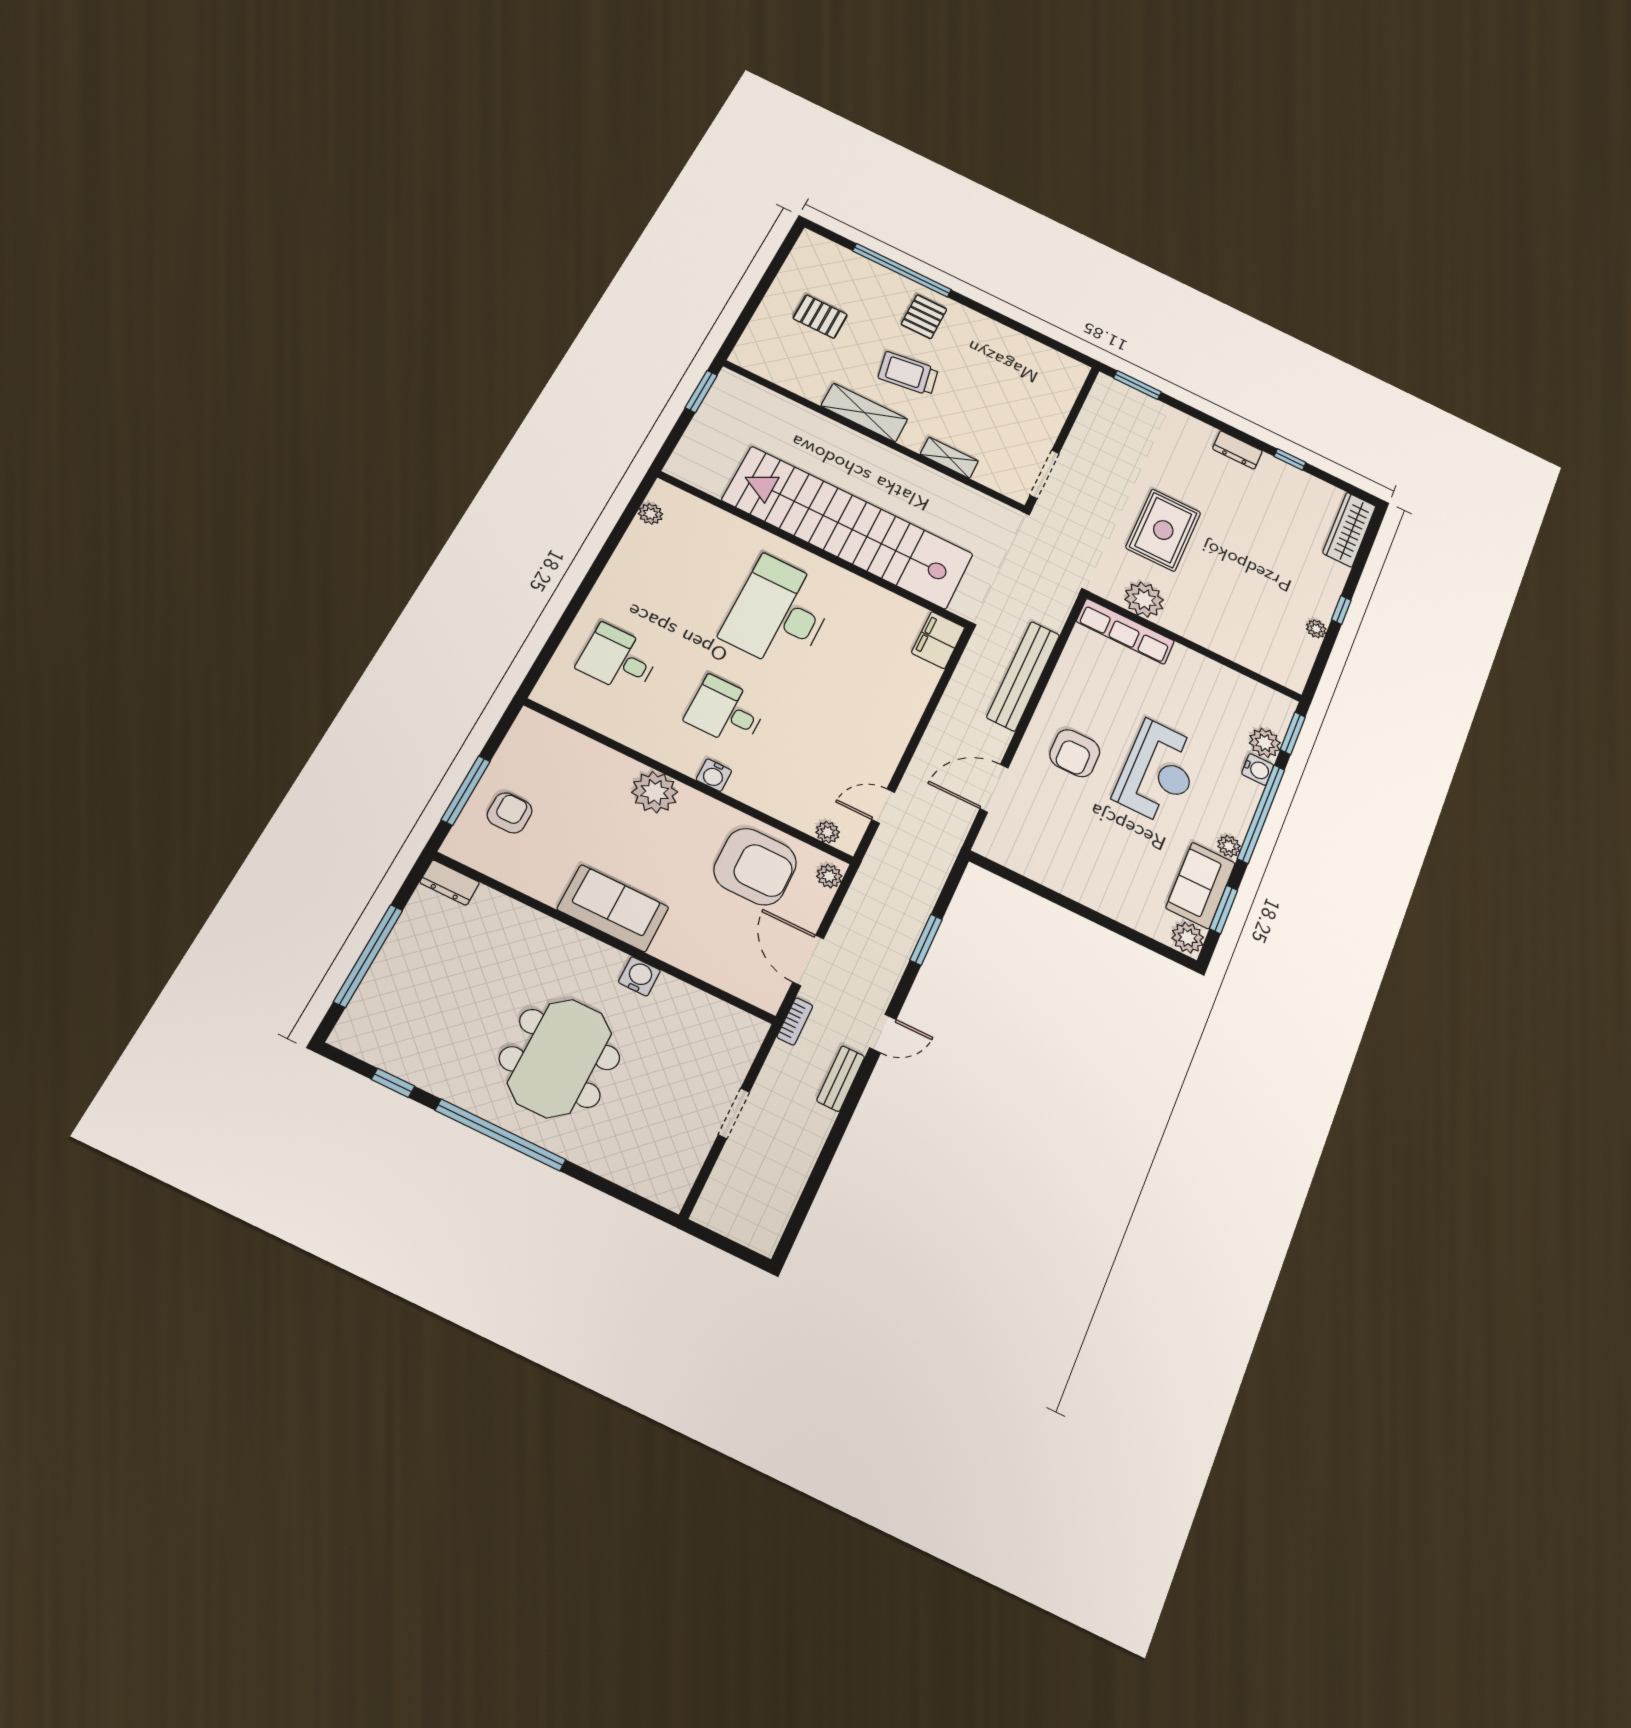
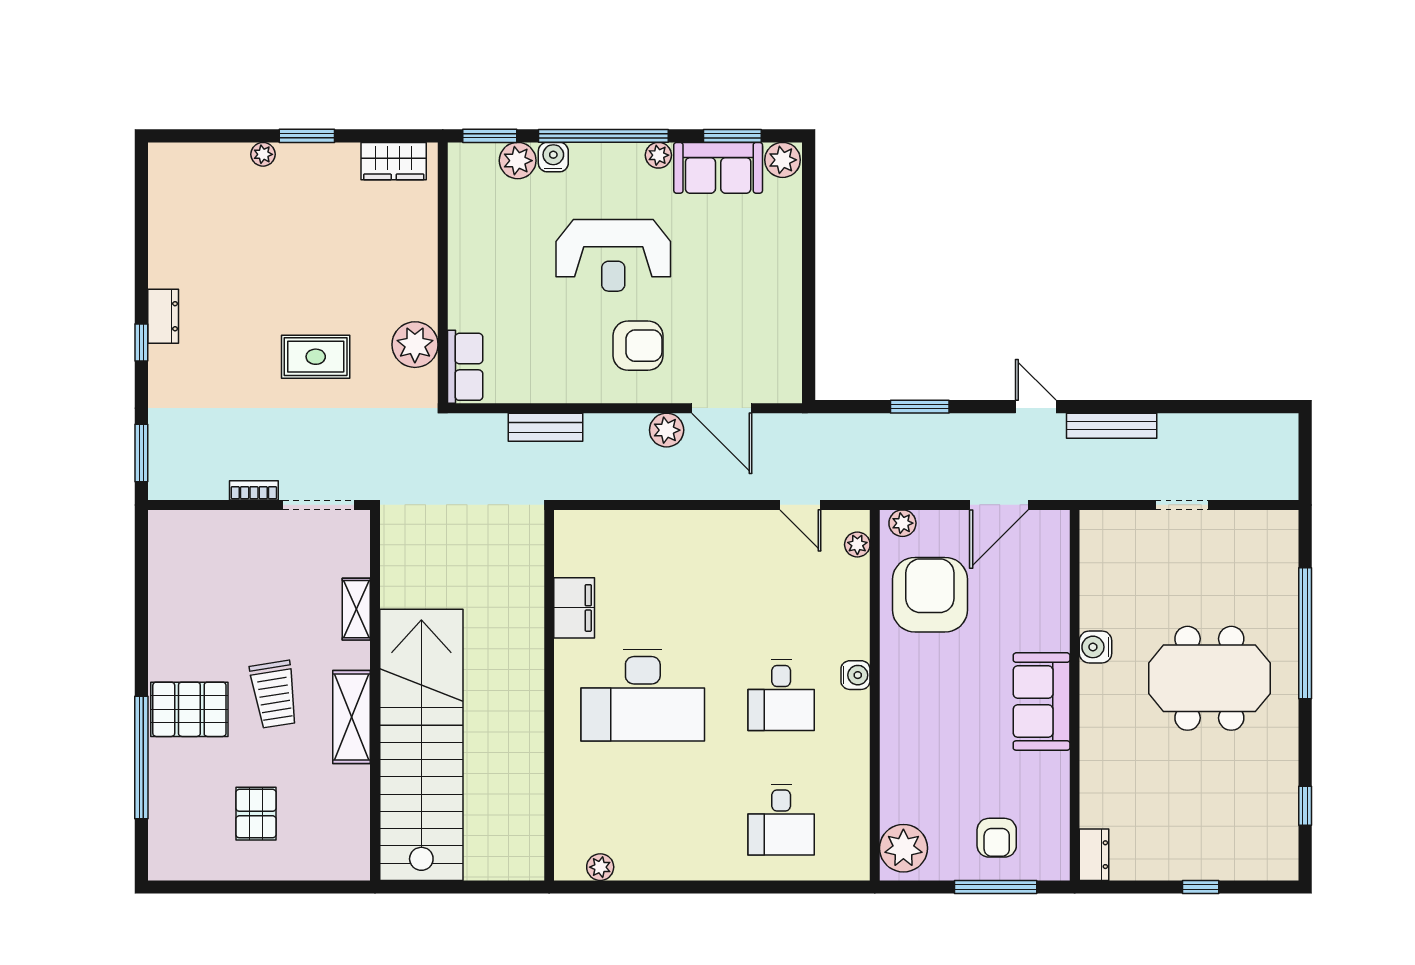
pallet: (924, 317) -> (189, 709), width x1.50, depth x1.42
window: (701, 391) -> (424, 887), removed
window: (1290, 459) -> (141, 343), moved
stairs: (848, 527) -> (421, 745), moved, turned 180
wardrobe: (1349, 529) -> (394, 161), moved, width x0.67
rug: (1163, 530) -> (316, 357), width x0.73, depth x0.70
window: (1341, 610) -> (307, 136), width x1.50
plant: (1316, 629) -> (263, 154), moved
row of seats: (1125, 631) -> (465, 367), width x0.68
filing cabinet: (938, 640) -> (574, 608), moved, turned -90
bench: (1023, 676) -> (545, 427), width x0.54, depth x0.82
plant: (994, 739) -> (667, 430), added
reception desk: (1158, 772) -> (613, 255), turned 180
plant: (655, 792) -> (903, 848), moved
armchair: (510, 813) -> (997, 838), turned -90
window: (368, 956) -> (1201, 887), width x0.32
bookcase: (795, 1021) -> (254, 490), moved
bench: (841, 1079) -> (1112, 426), width x1.36
window: (501, 1135) -> (1305, 633), moved

